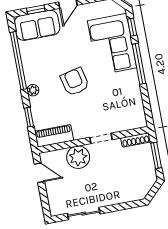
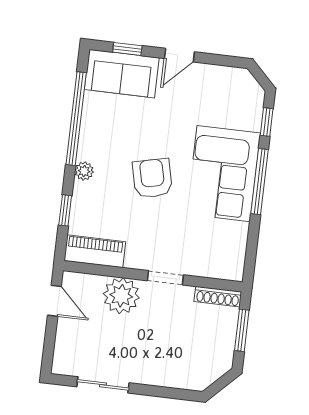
corner sofa: (112, 44) -> (224, 174), moved

